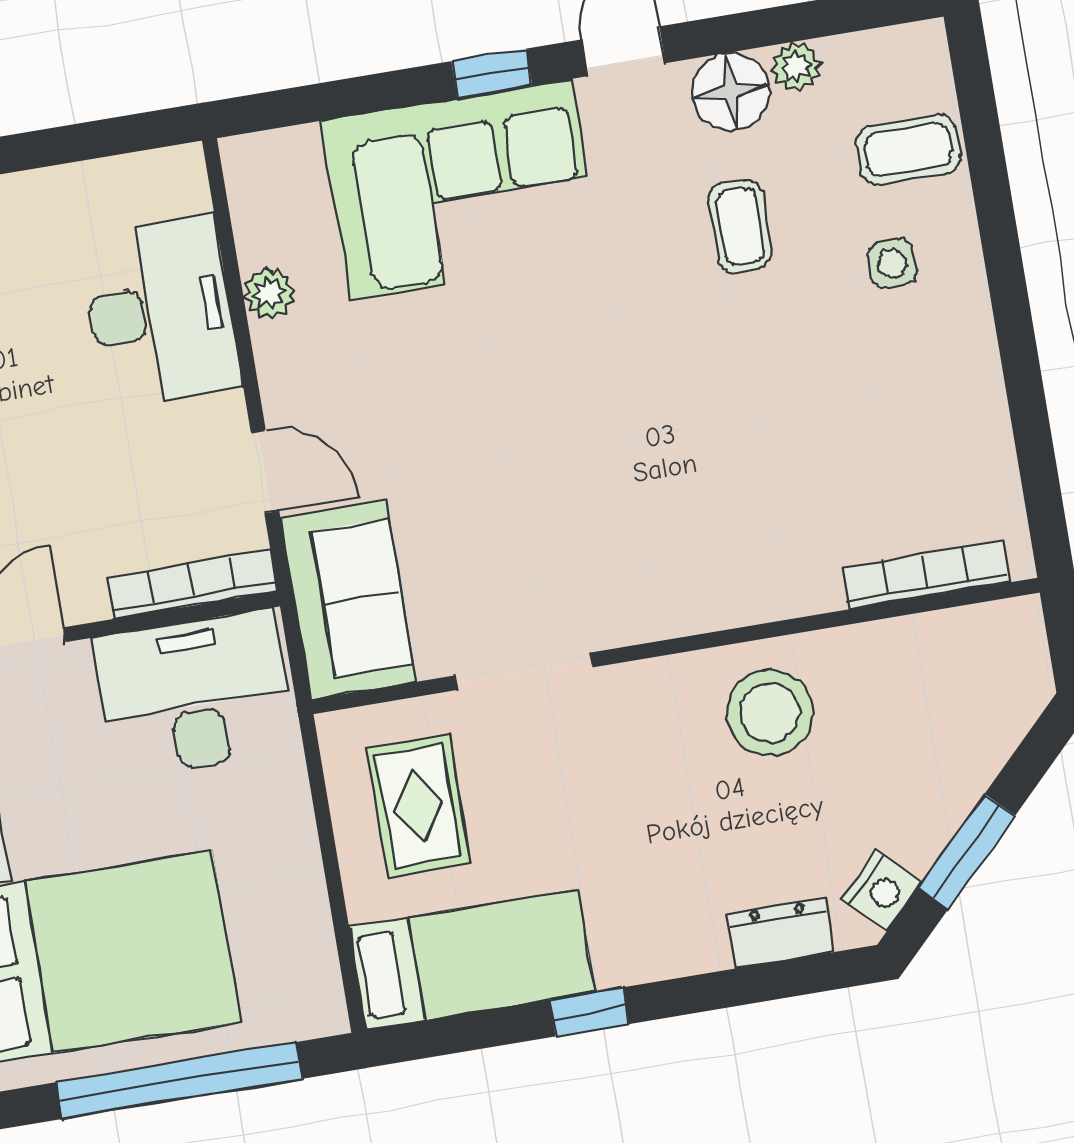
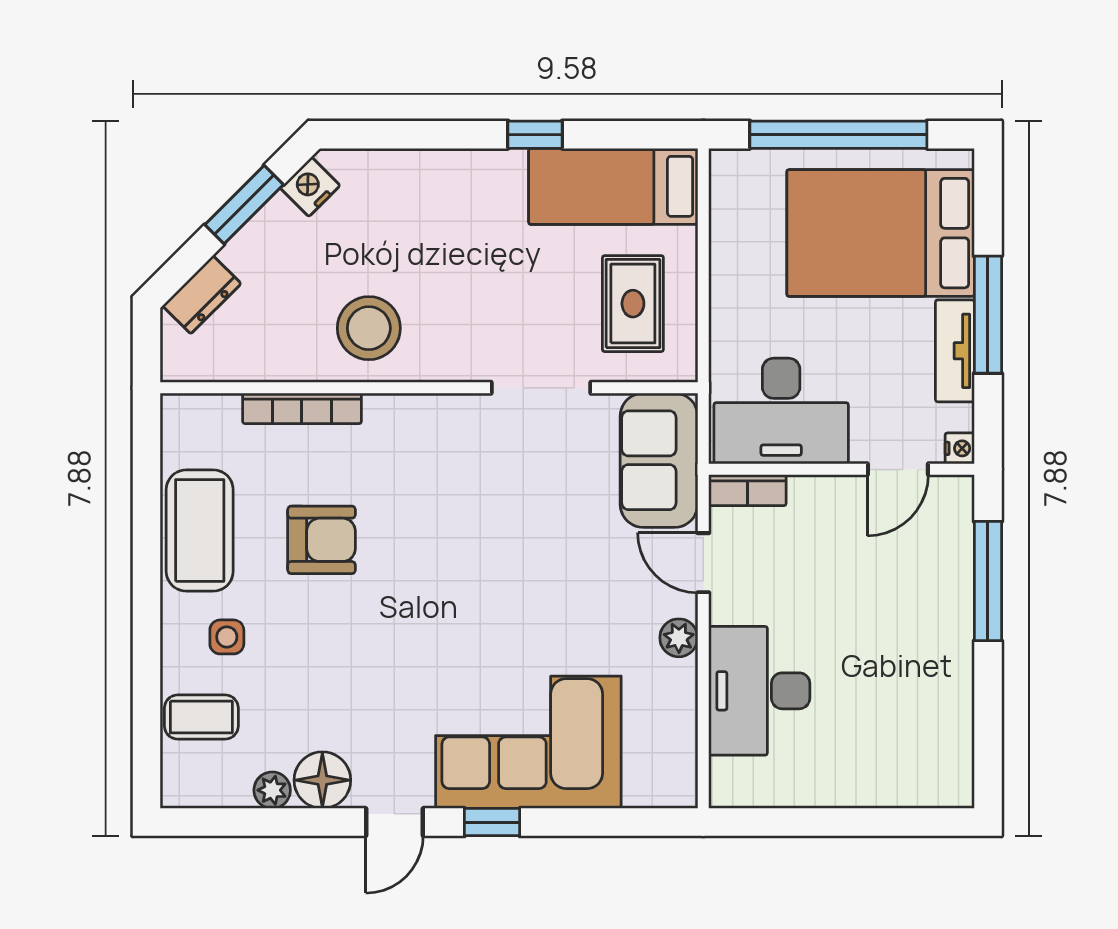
coffee table: (740, 226) -> (200, 530), moved, width x1.86, depth x1.72
plant: (269, 293) -> (679, 638), moved
armchair: (786, 416) -> (322, 540), added
bookcase: (926, 575) -> (302, 408), moved
bookcase: (192, 584) -> (747, 490), width x0.64
dresser: (780, 933) -> (202, 295), moved, turned -45

